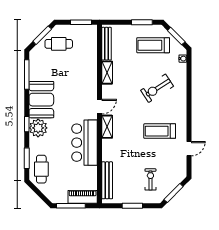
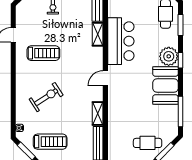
shelving: (107, 127) -> (98, 34), moved

